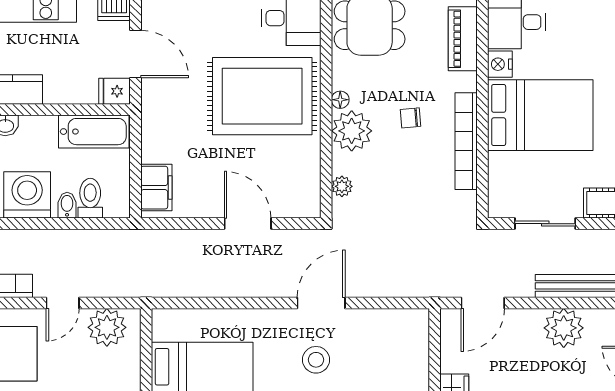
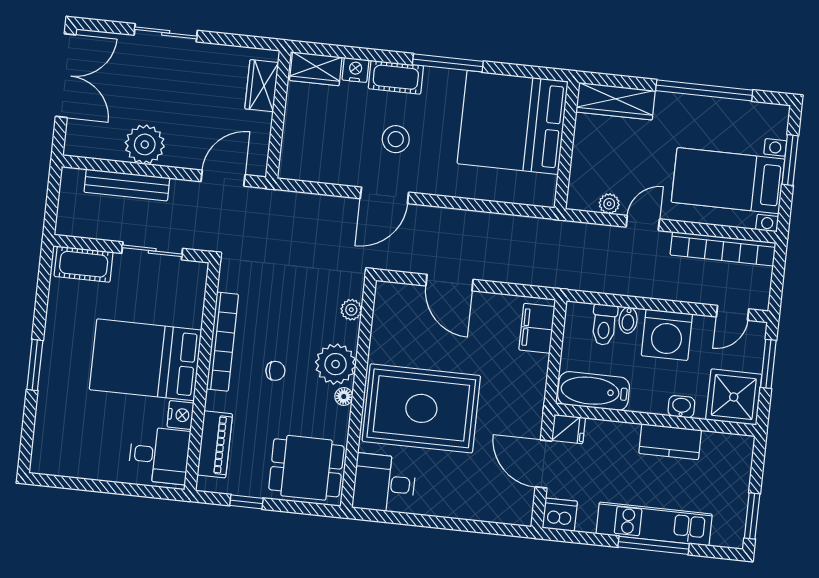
plant: (107, 327) -> (609, 204), width x0.53, depth x0.53

